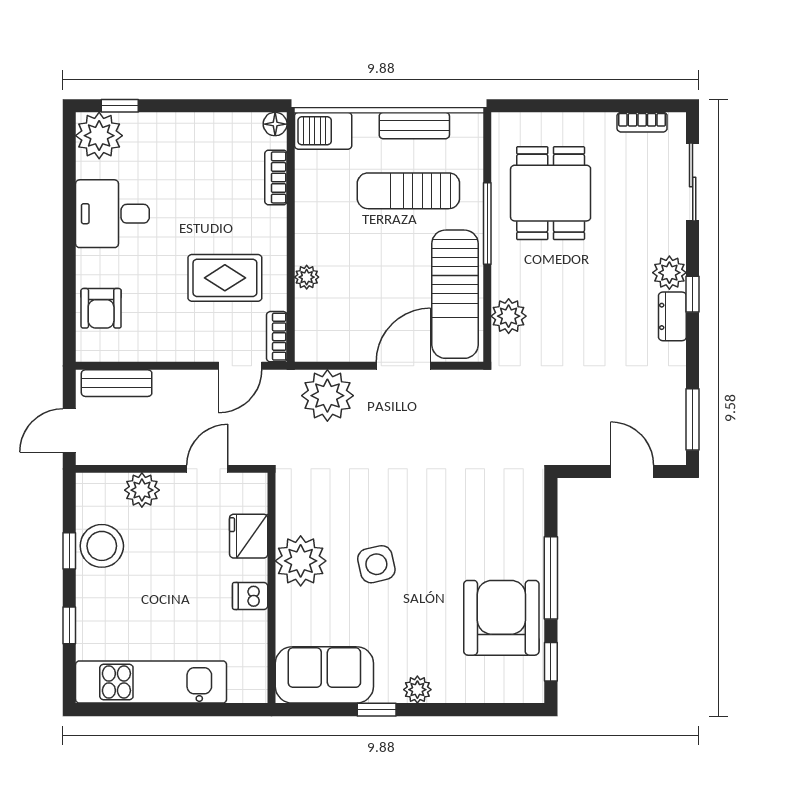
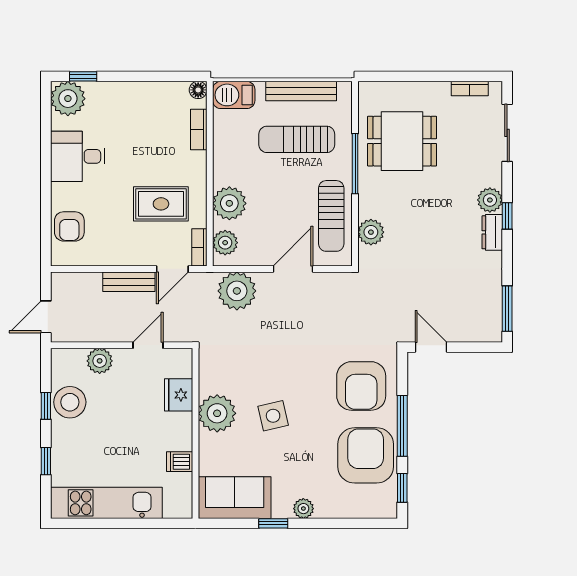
bench: (414, 126) -> (301, 91), width x1.36
dining table: (551, 193) -> (402, 141), turned 90
plant: (307, 277) -> (229, 203), width x1.87, depth x1.87
sun lounger: (455, 294) -> (331, 216), width x0.73, depth x0.75
plant: (312, 330) -> (225, 243), added
bench: (117, 383) -> (129, 282), moved
door: (632, 471) -> (431, 347), moved
armchair: (495, 524) -> (361, 386), added
dishwasher: (250, 596) -> (180, 462), moved

